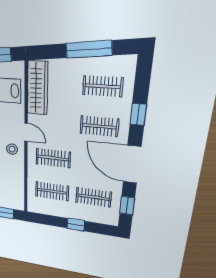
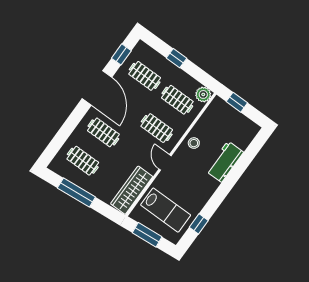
window: (138, 114) -> (70, 125), removed
stool: (12, 149) -> (194, 143), moved
plant: (34, 206) -> (203, 94), added

